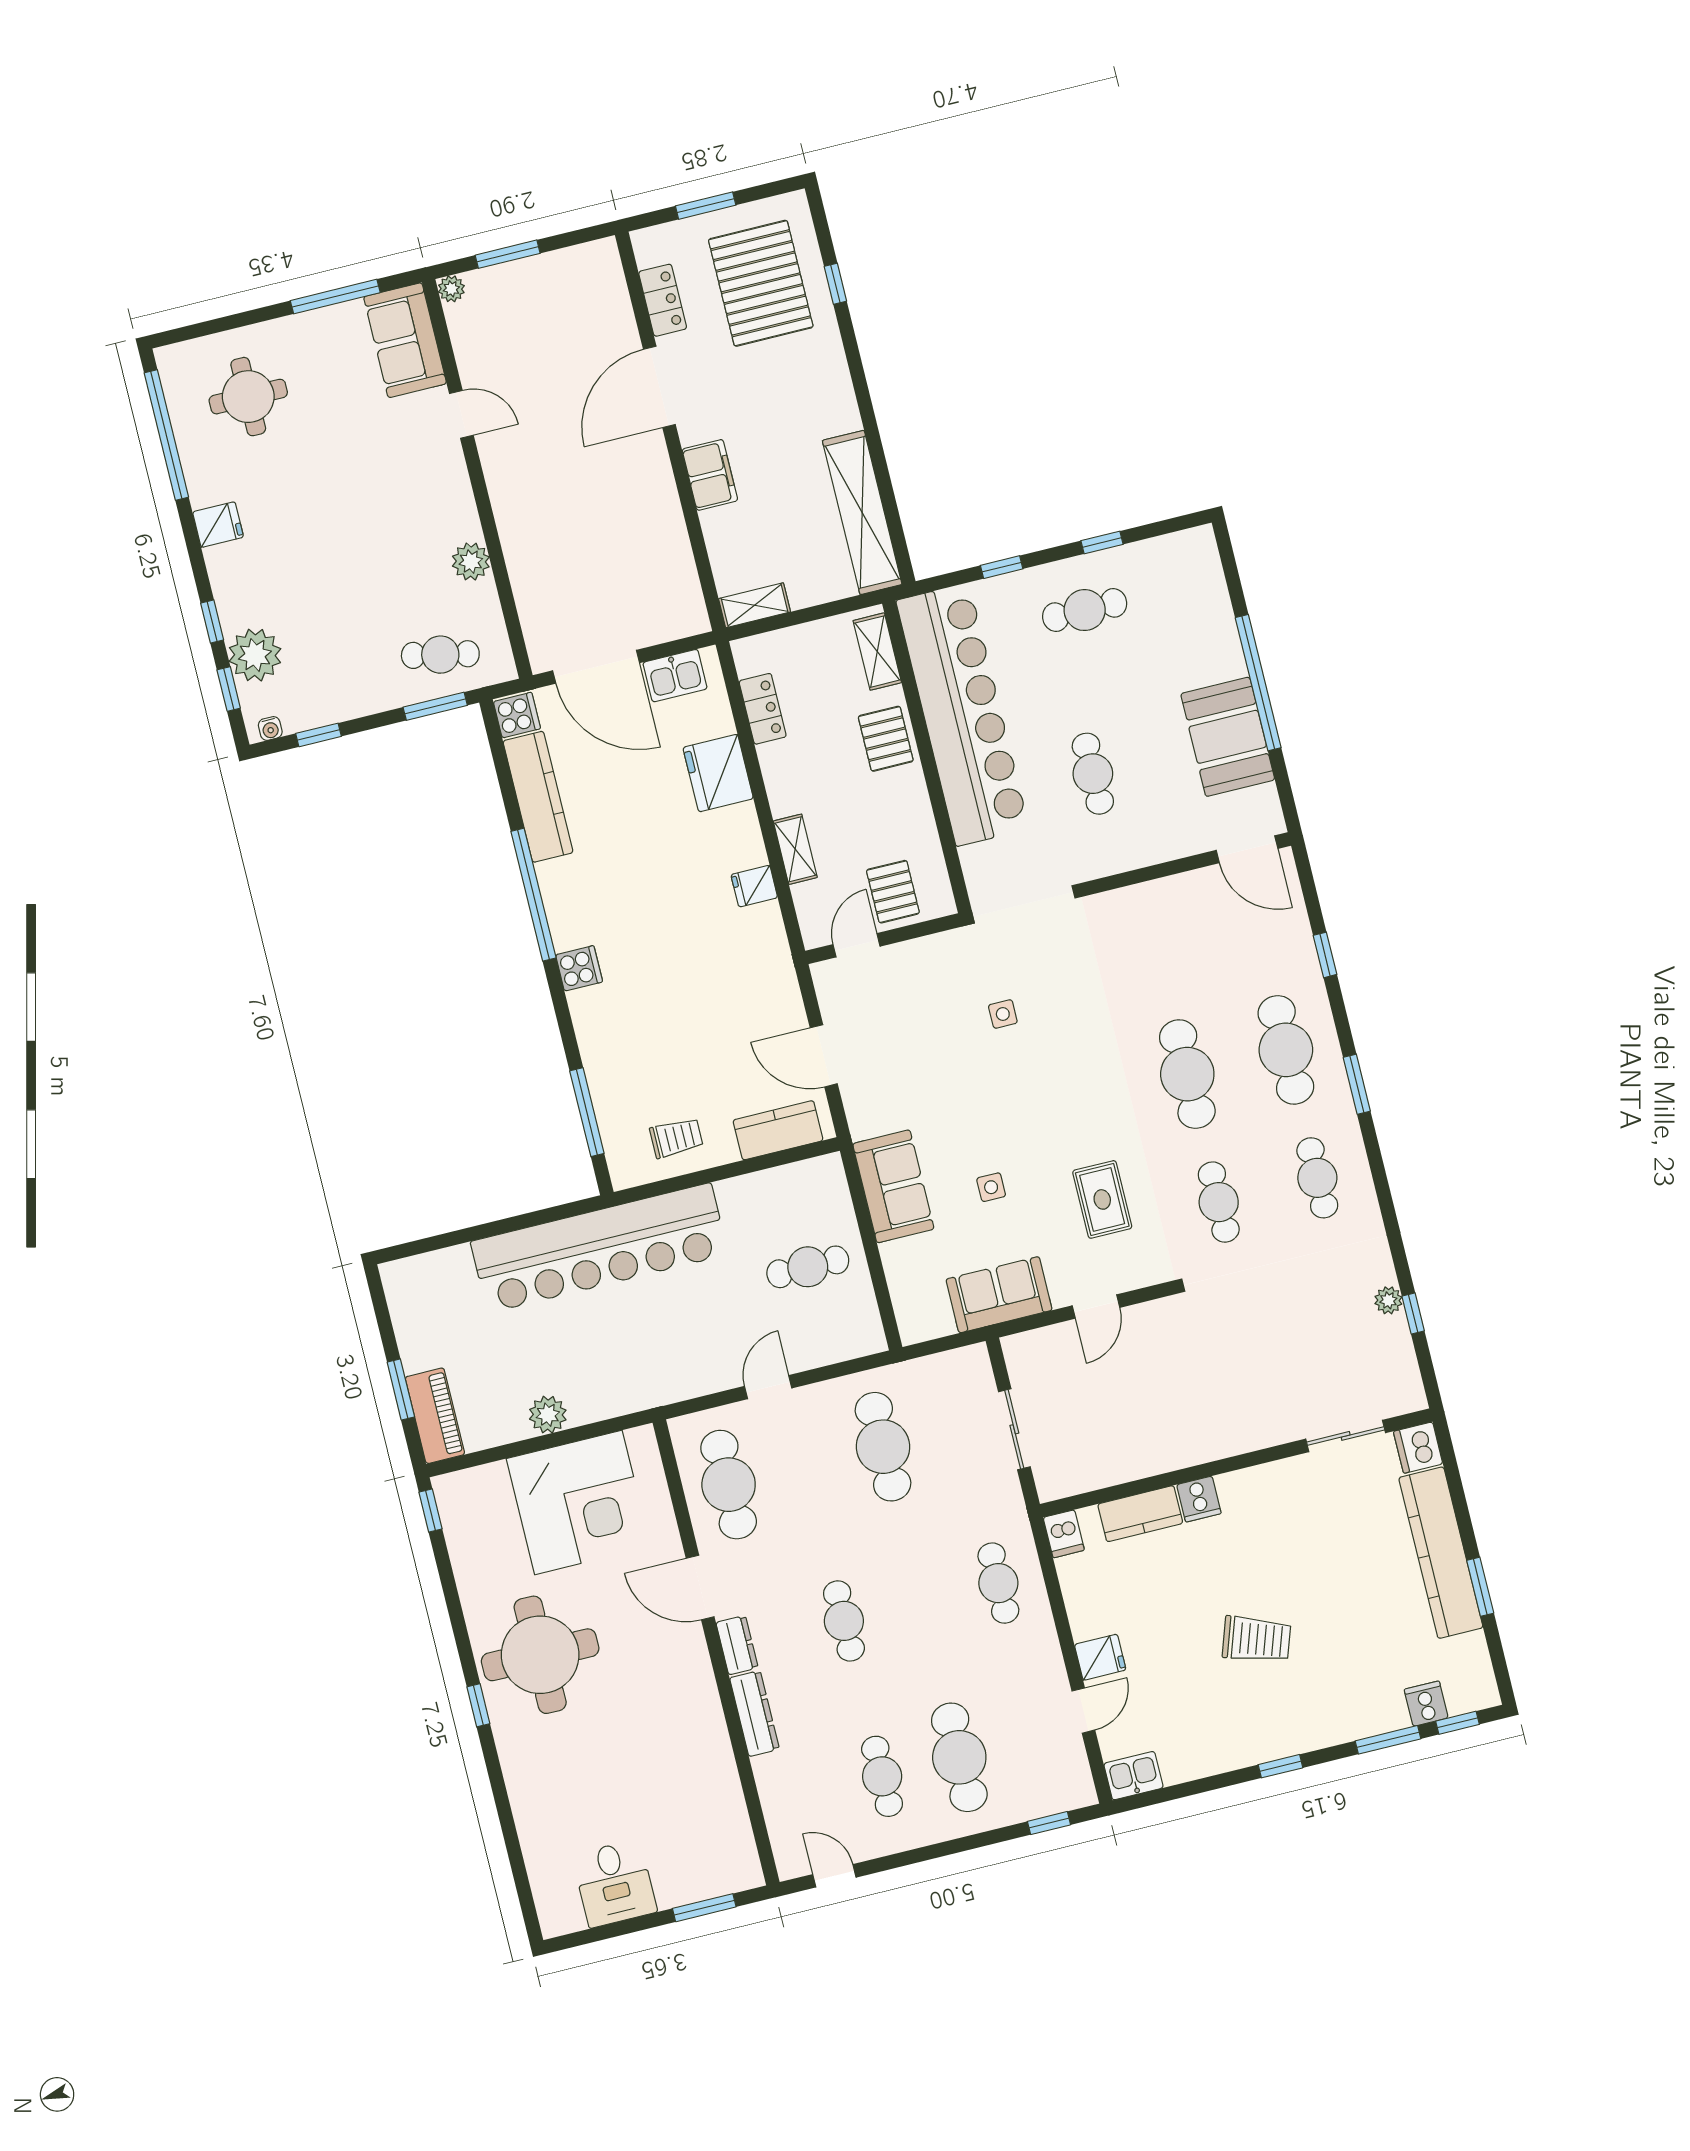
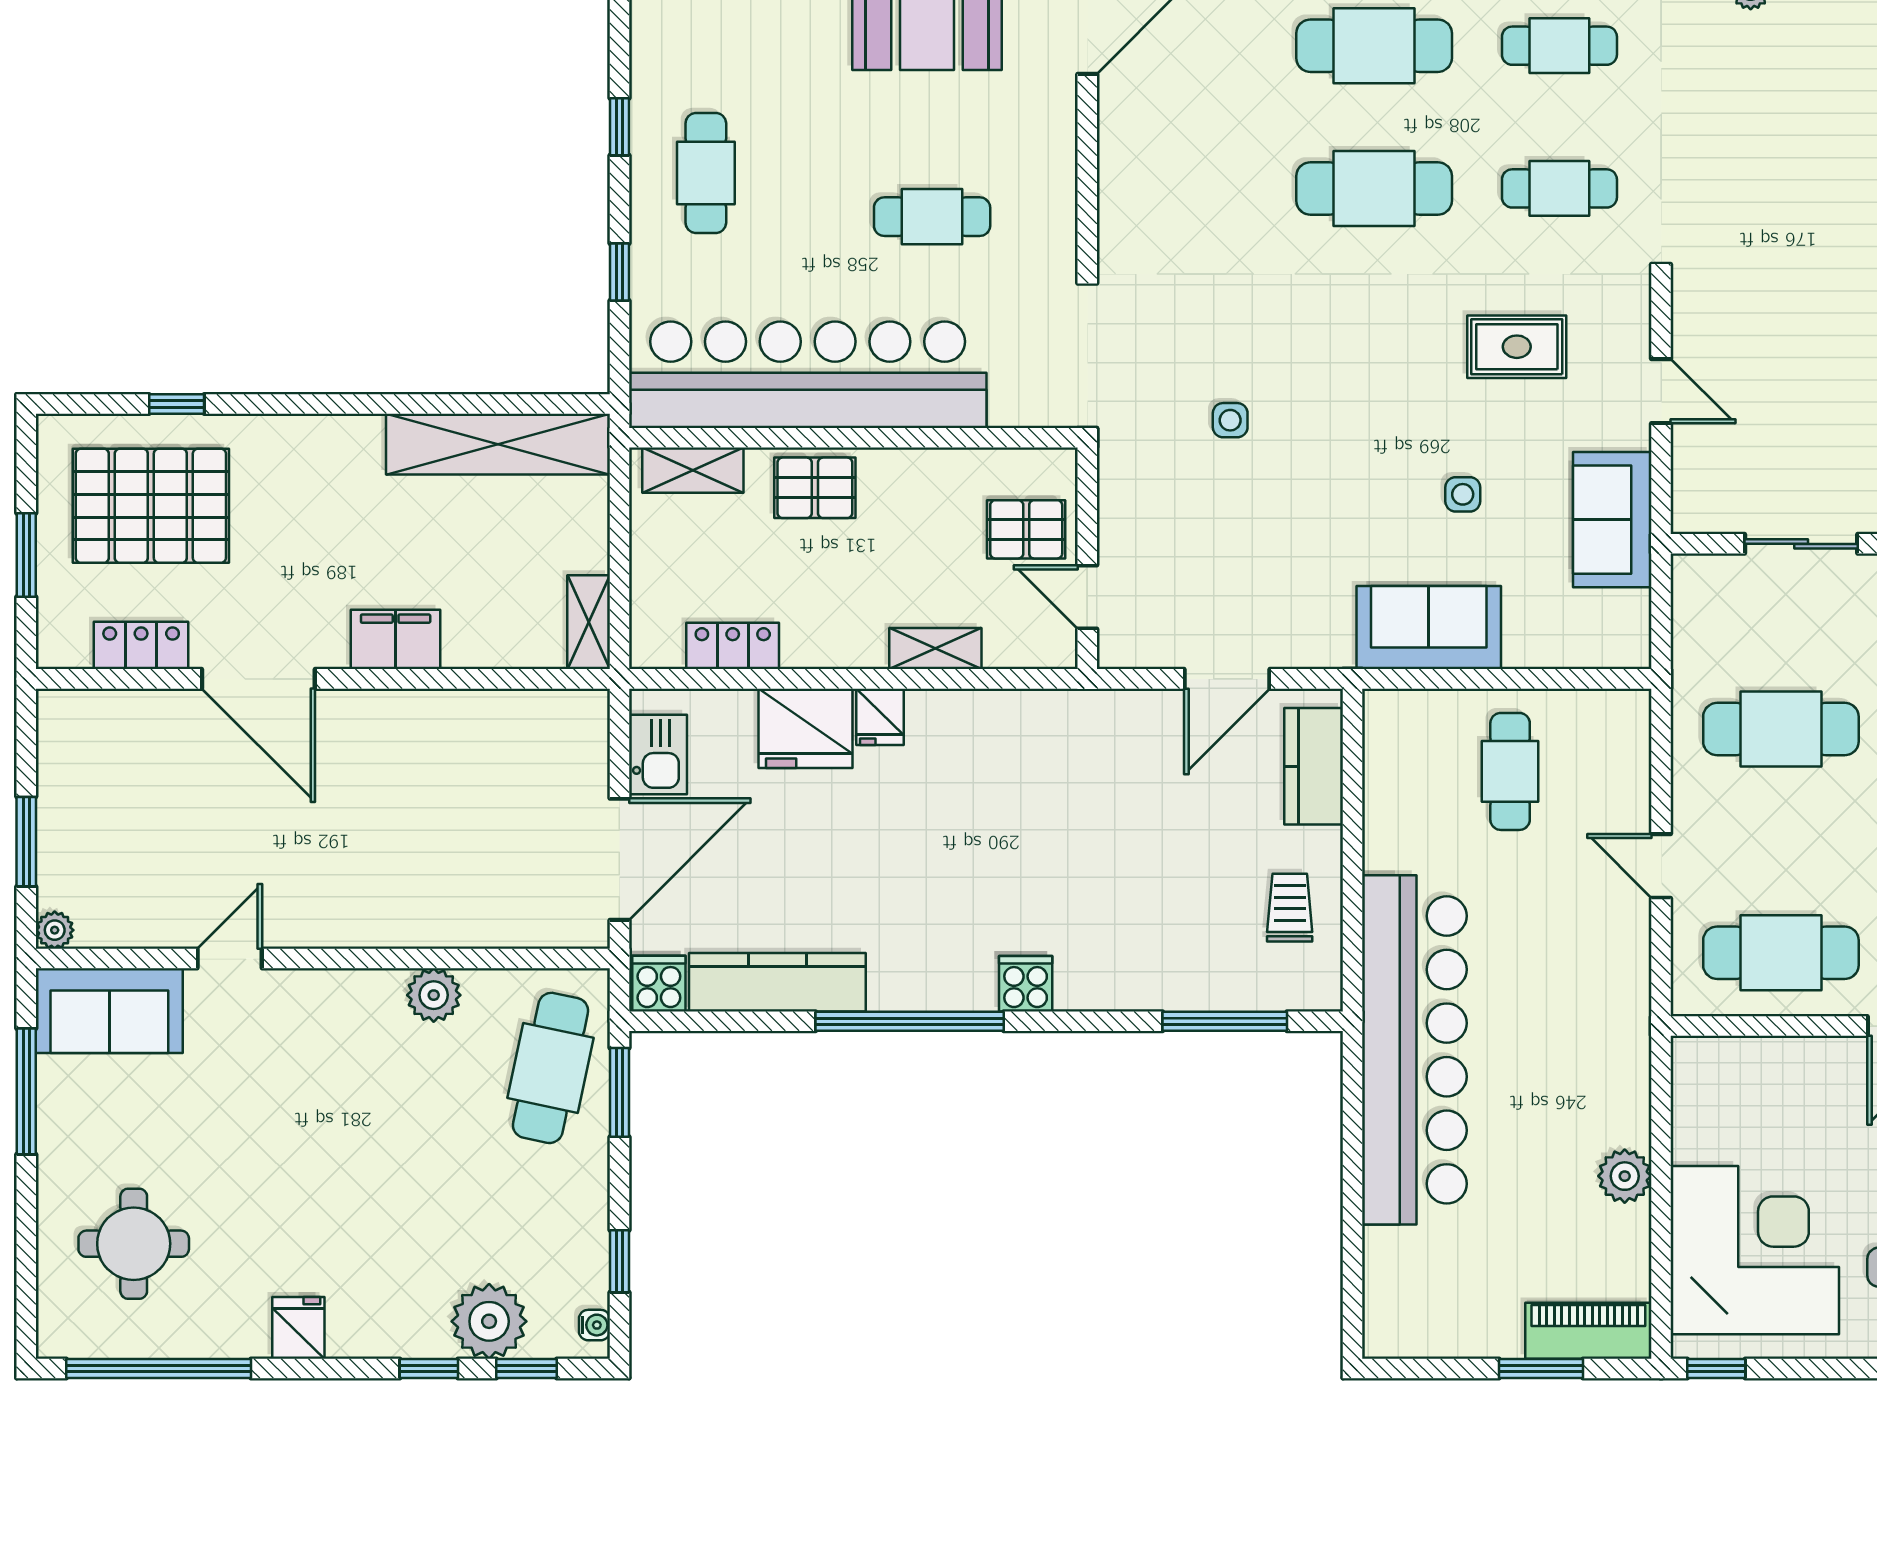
cafe table: (440, 655) -> (551, 1068), width x1.37, depth x1.35
fridge: (754, 886) -> (880, 717), moved
corner desk: (578, 1502) -> (1755, 1250), moved

